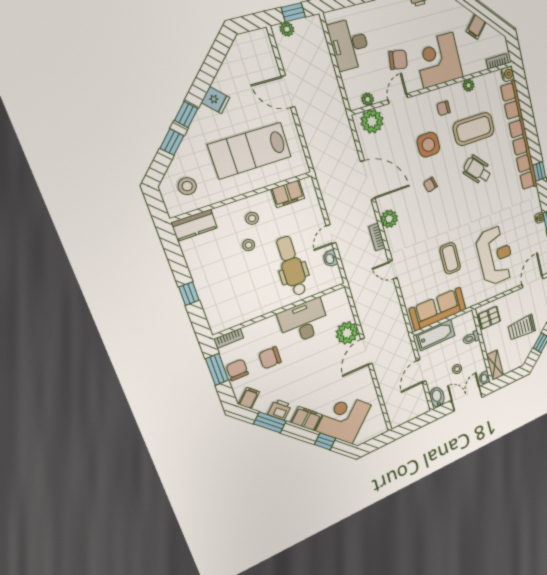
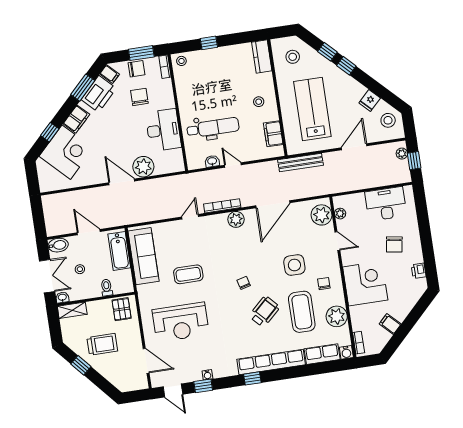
stool: (248, 51) -> (388, 120), added
chair: (398, 60) -> (394, 244), moved
plant: (469, 85) -> (337, 316), width x1.88, depth x1.88
fridge: (215, 100) -> (370, 101), moved
bench: (317, 155) -> (300, 163), added
chair: (430, 185) -> (244, 283), moved
bookcase: (377, 237) -> (222, 206), width x1.56
stool: (249, 245) -> (181, 61), moved
trolley: (522, 328) -> (102, 344), turned 90
printer: (280, 410) -> (99, 94), width x1.87, depth x1.48

